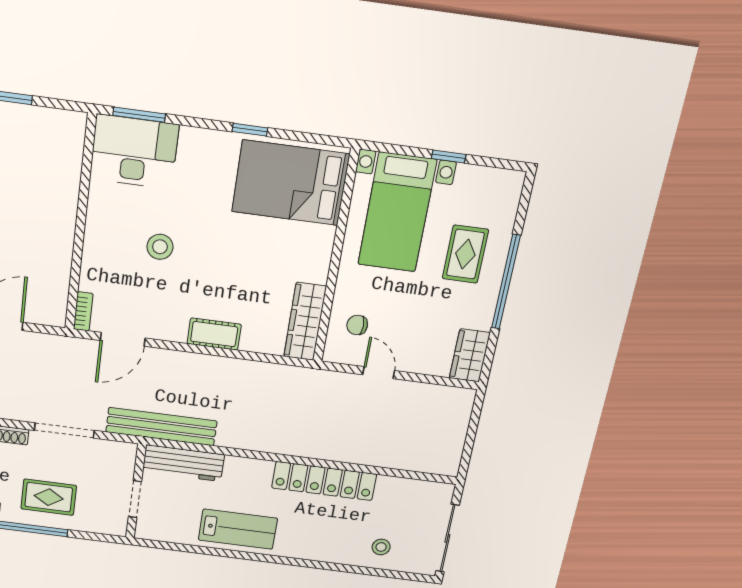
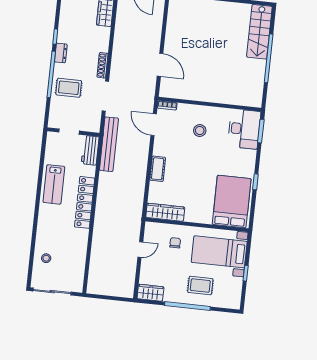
stool: (160, 247) -> (200, 131), moved
chair: (357, 325) -> (175, 243), moved
workbench: (183, 463) -> (90, 150), width x0.73
locker: (324, 481) -> (85, 202), moved
rug: (49, 497) -> (69, 88), turned 90

